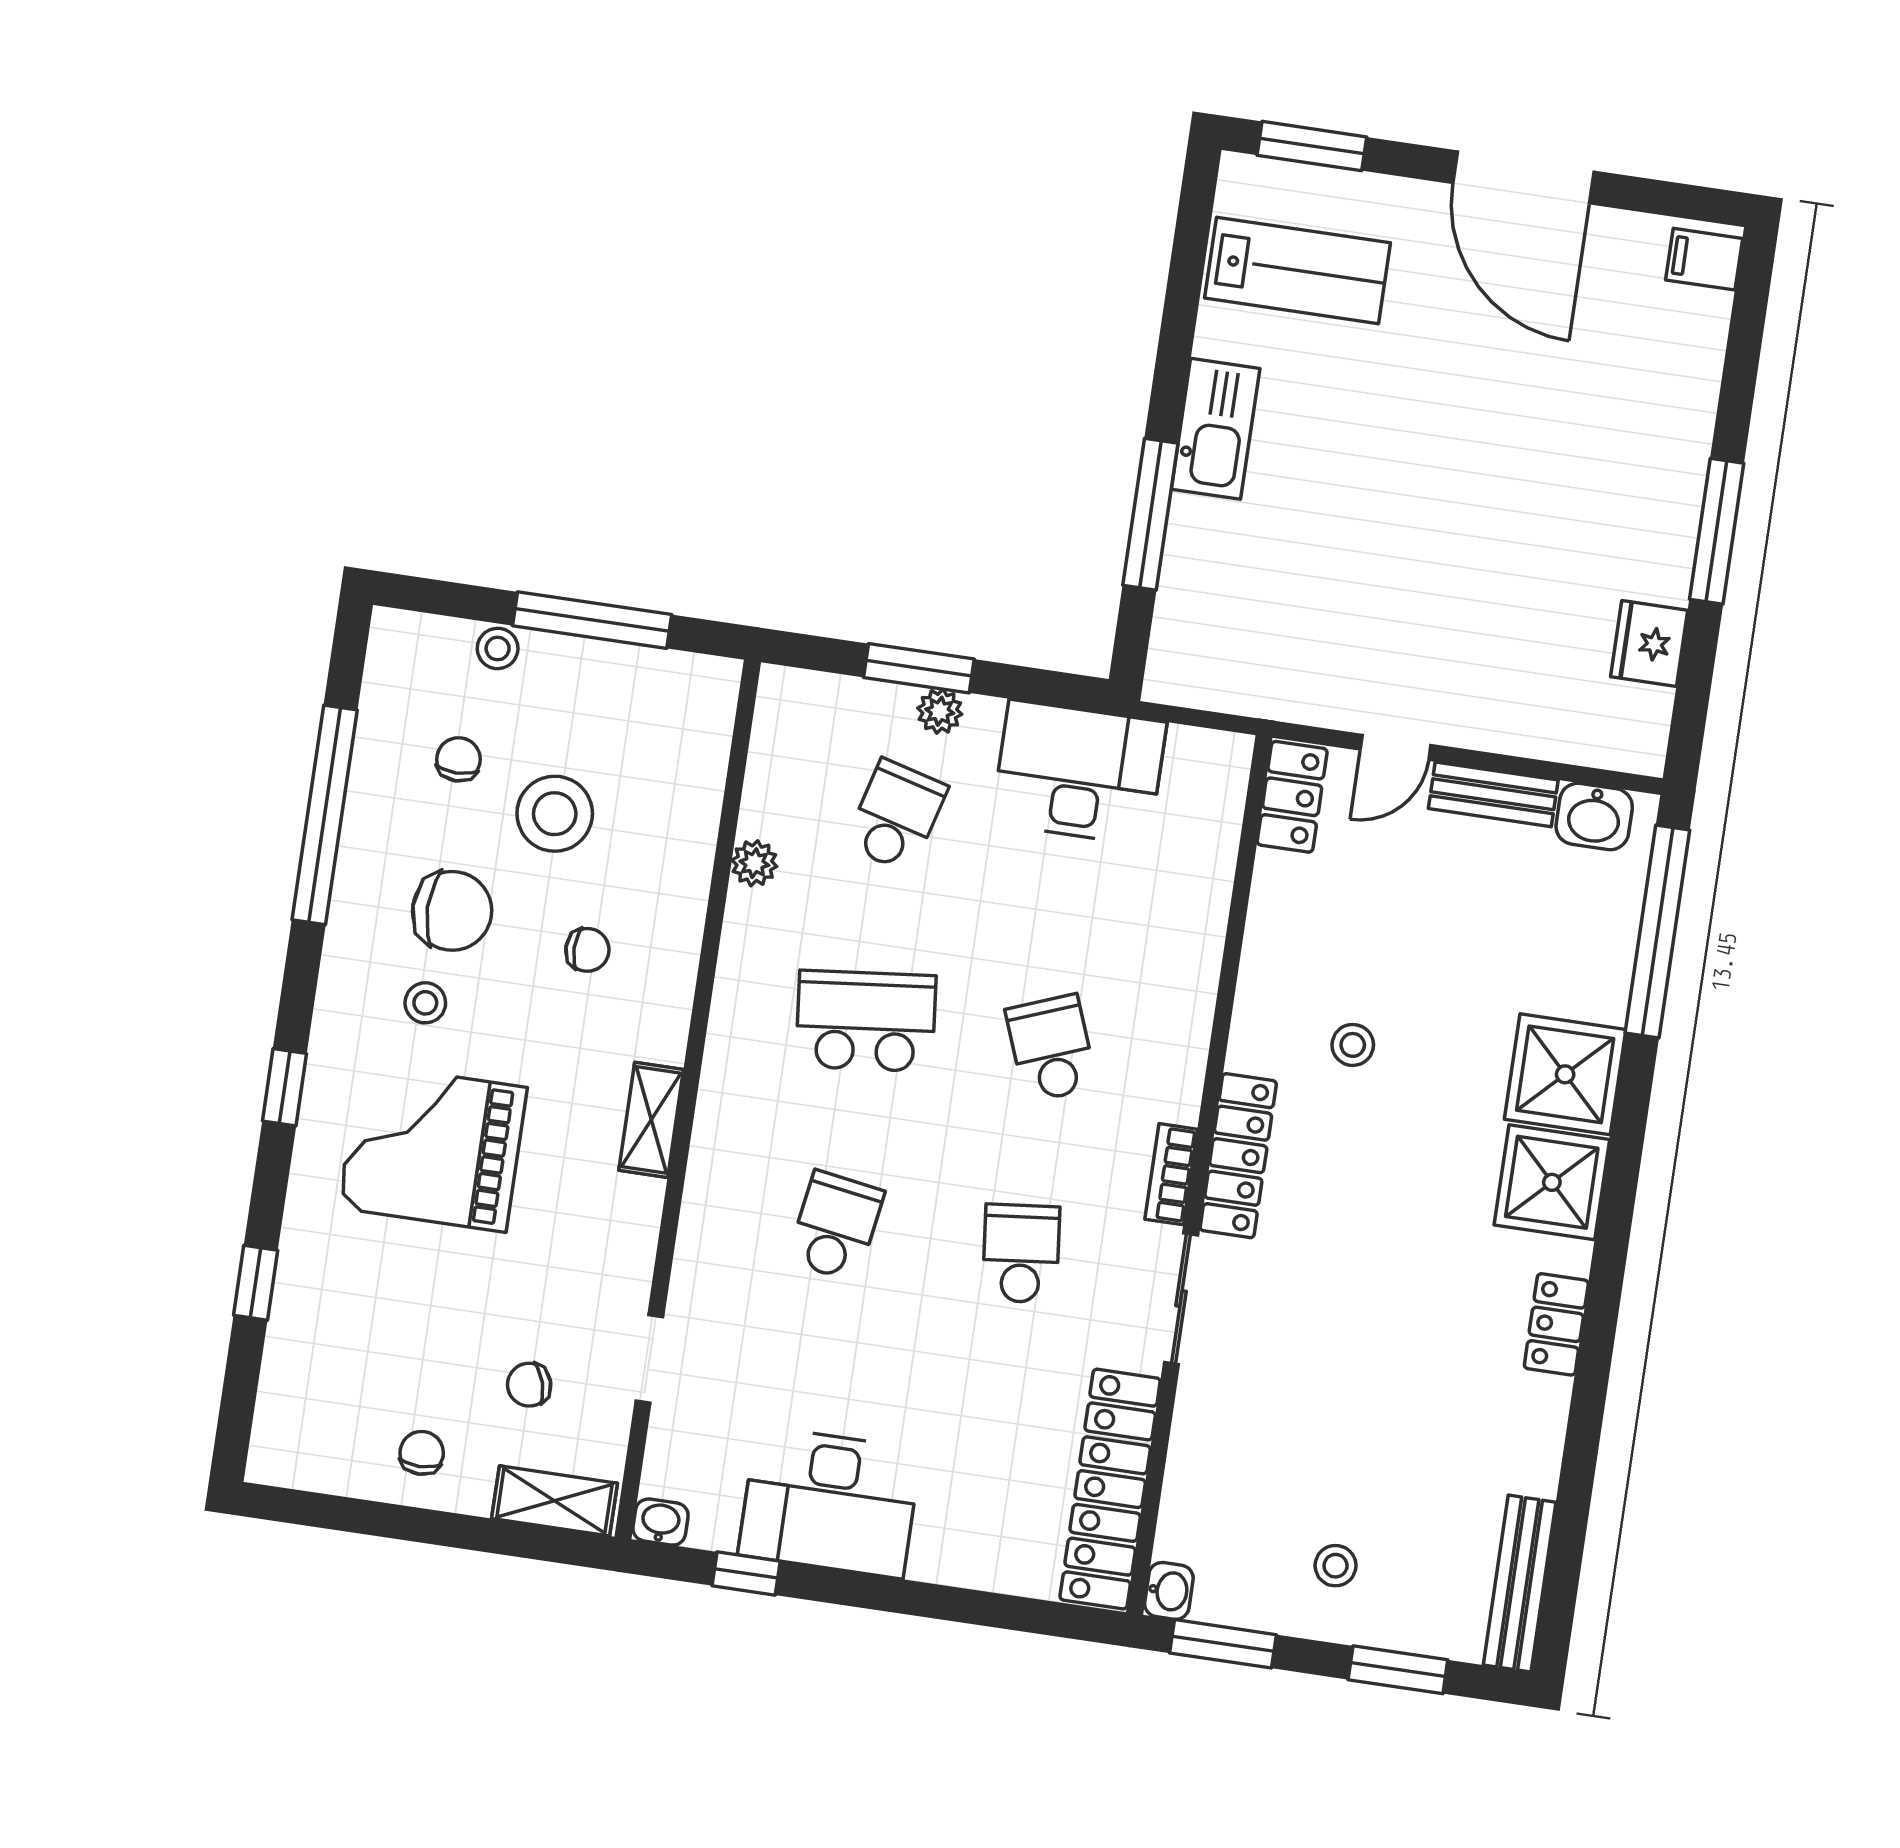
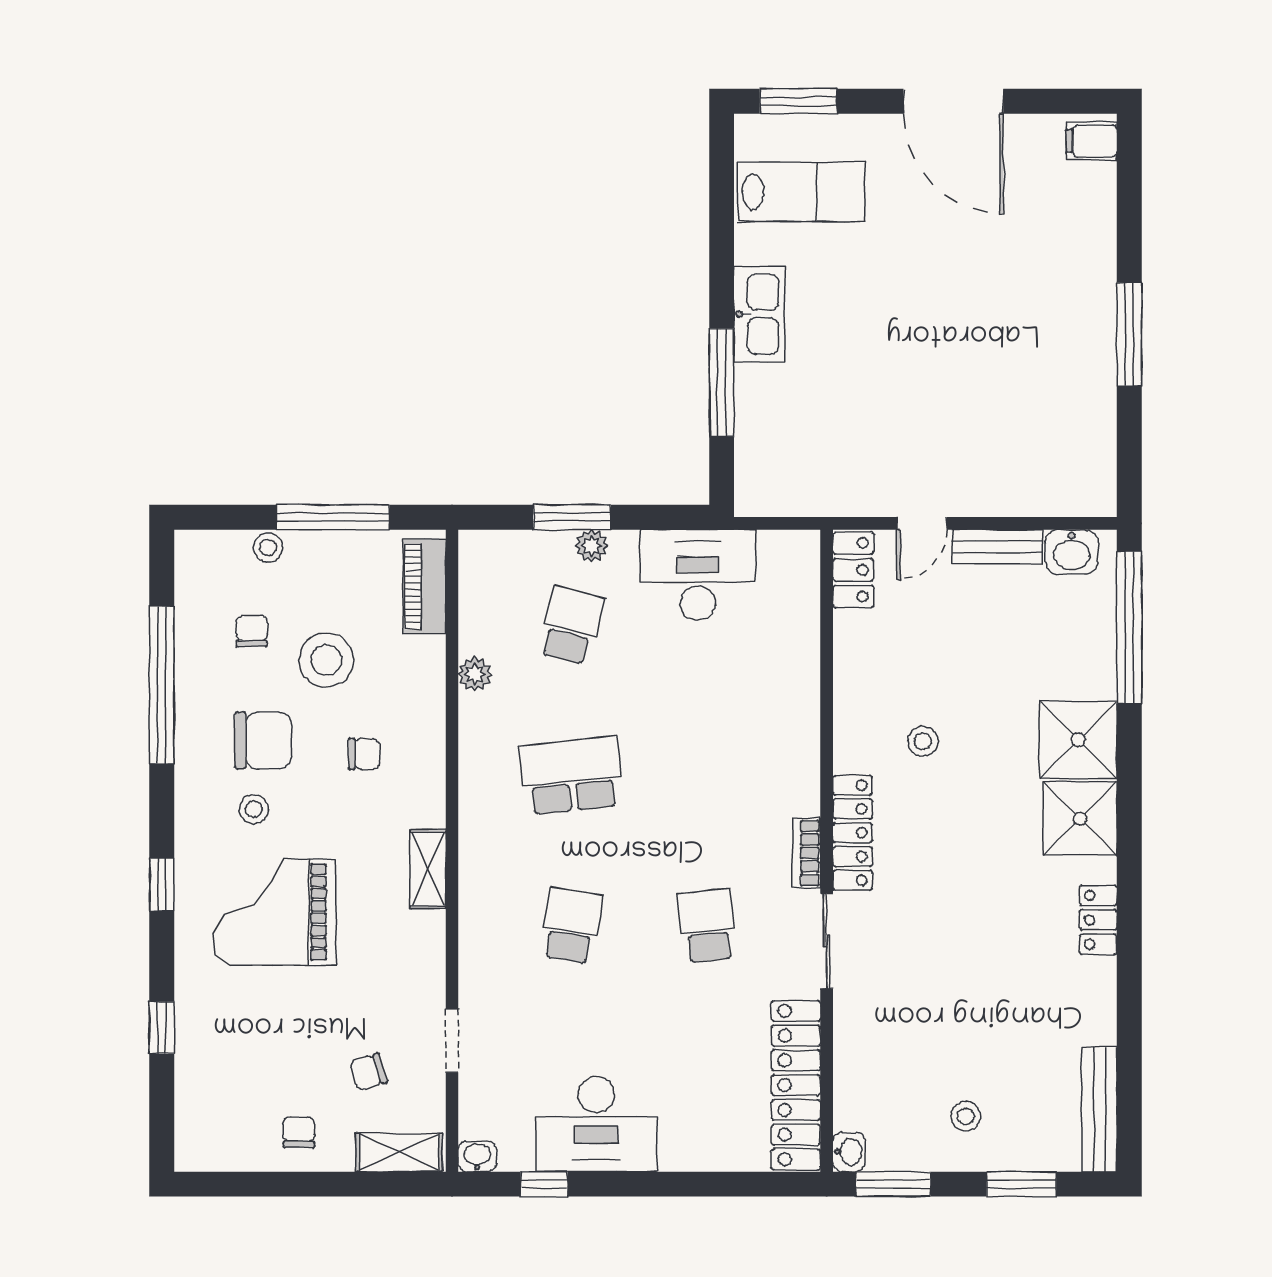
fridge: (1649, 643) -> (1093, 422), removed
piano: (703, 733) -> (425, 586), added
school desk: (1051, 1048) -> (707, 776), removed

